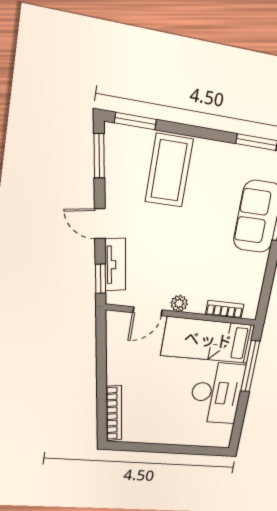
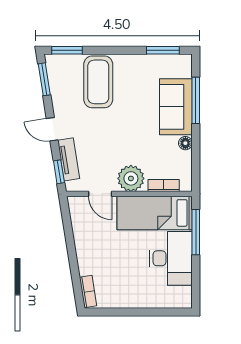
floor lamp: (260, 262) -> (185, 143), added
plant: (179, 303) -> (131, 178), width x1.88, depth x1.88
door: (148, 311) -> (100, 194), hinge flipped
bookcase: (114, 413) -> (88, 292), width x0.64

